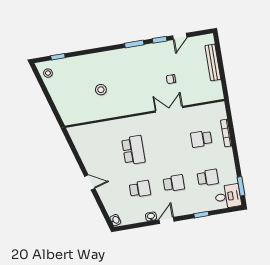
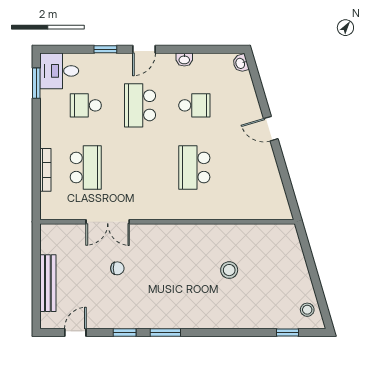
door: (180, 36) -> (75, 332), moved
double door: (169, 109) -> (108, 222), moved
school desk: (201, 139) -> (86, 167), width x1.85
school desk: (174, 183) -> (140, 105), width x1.85
school desk: (140, 189) -> (194, 105), turned 180
door: (167, 220) -> (144, 49), moved

